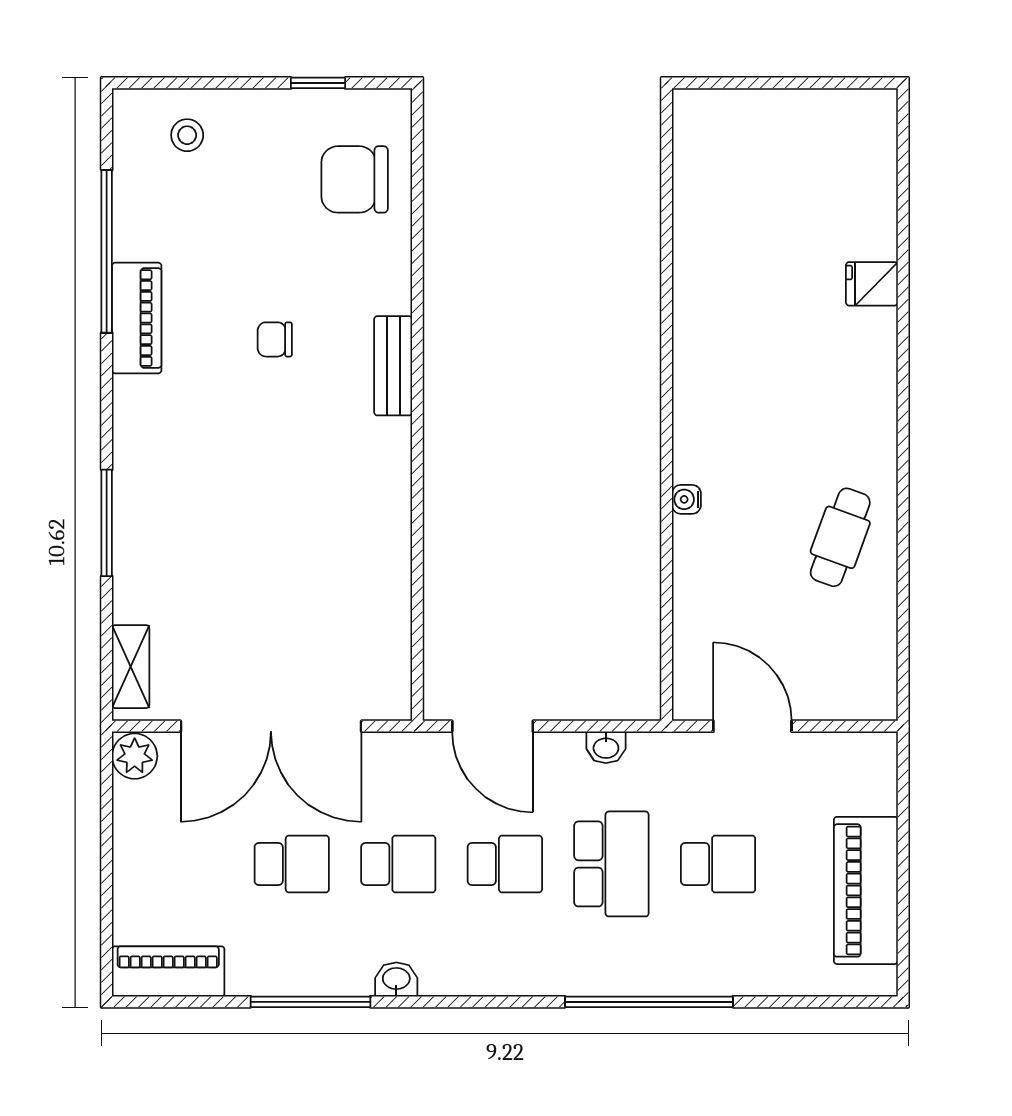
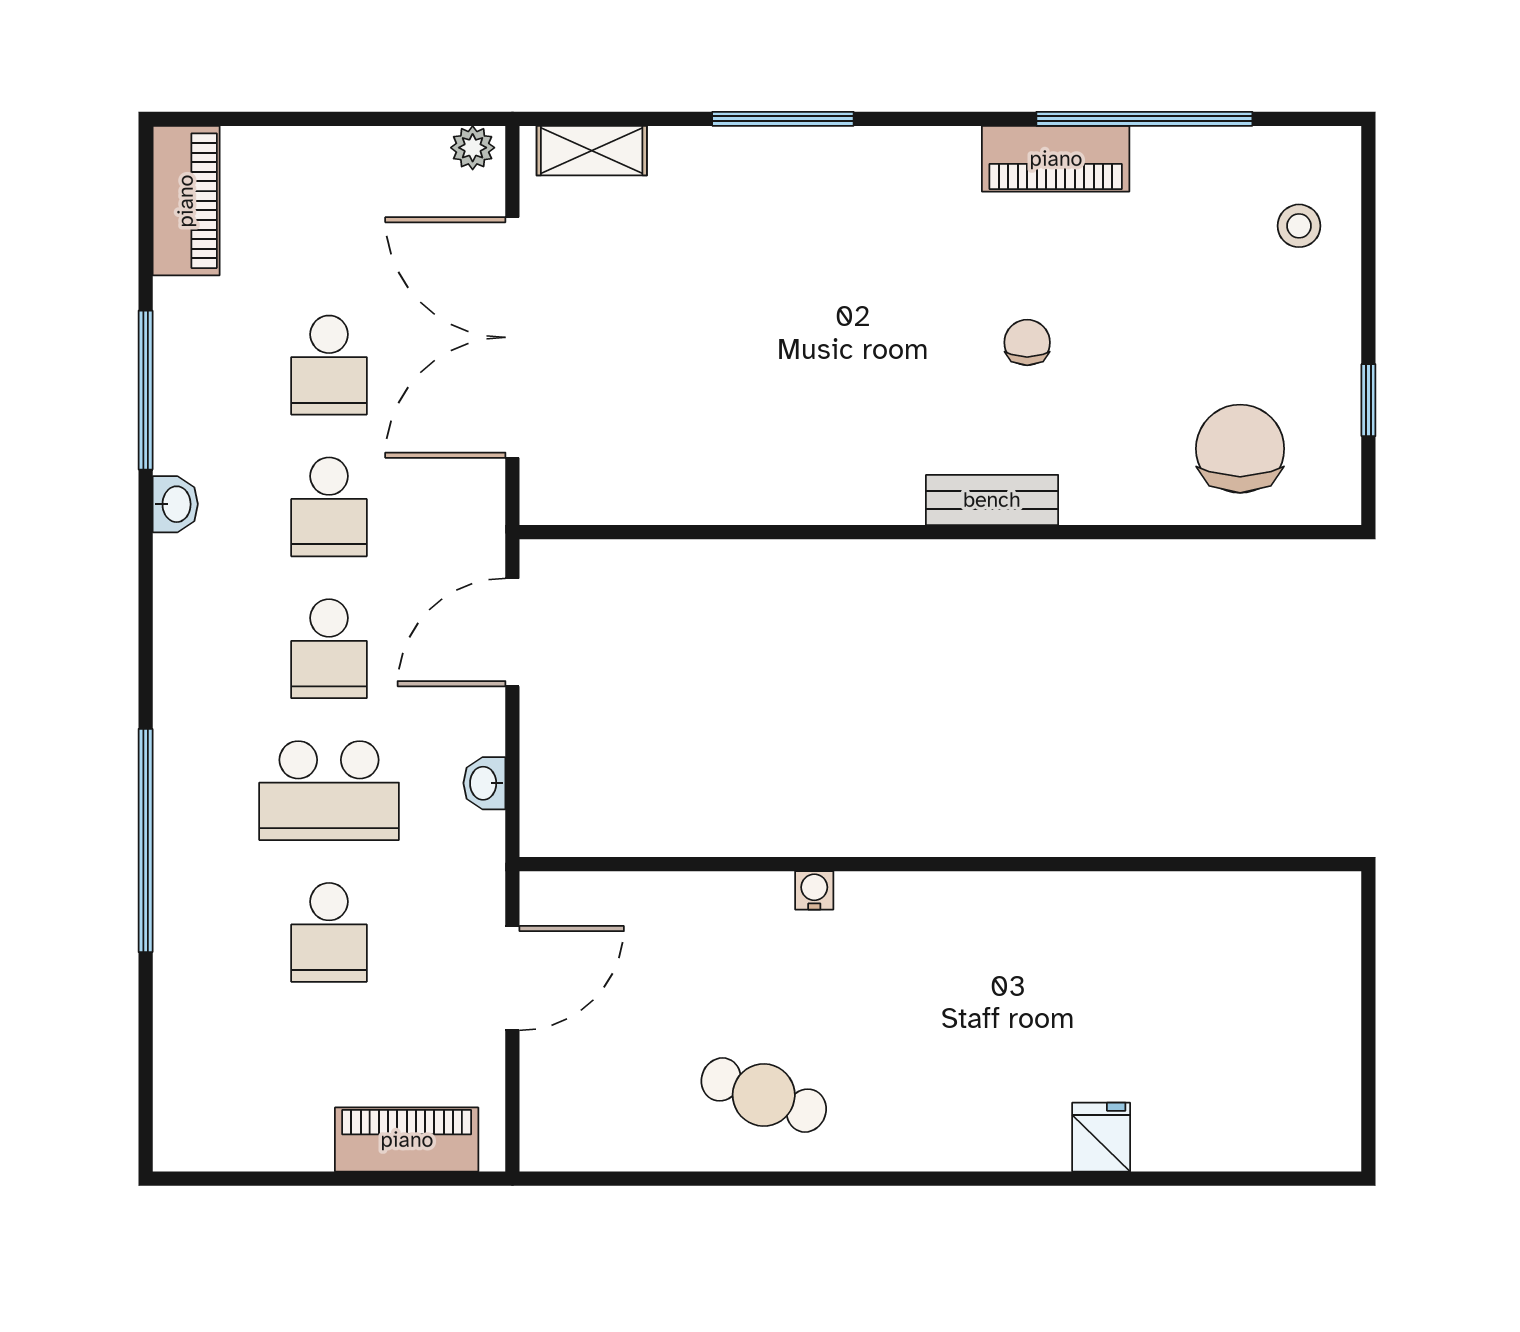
plant: (135, 756) -> (473, 148), width x0.73, depth x0.73
piano: (866, 890) -> (407, 1140), moved, width x0.73, depth x0.75

